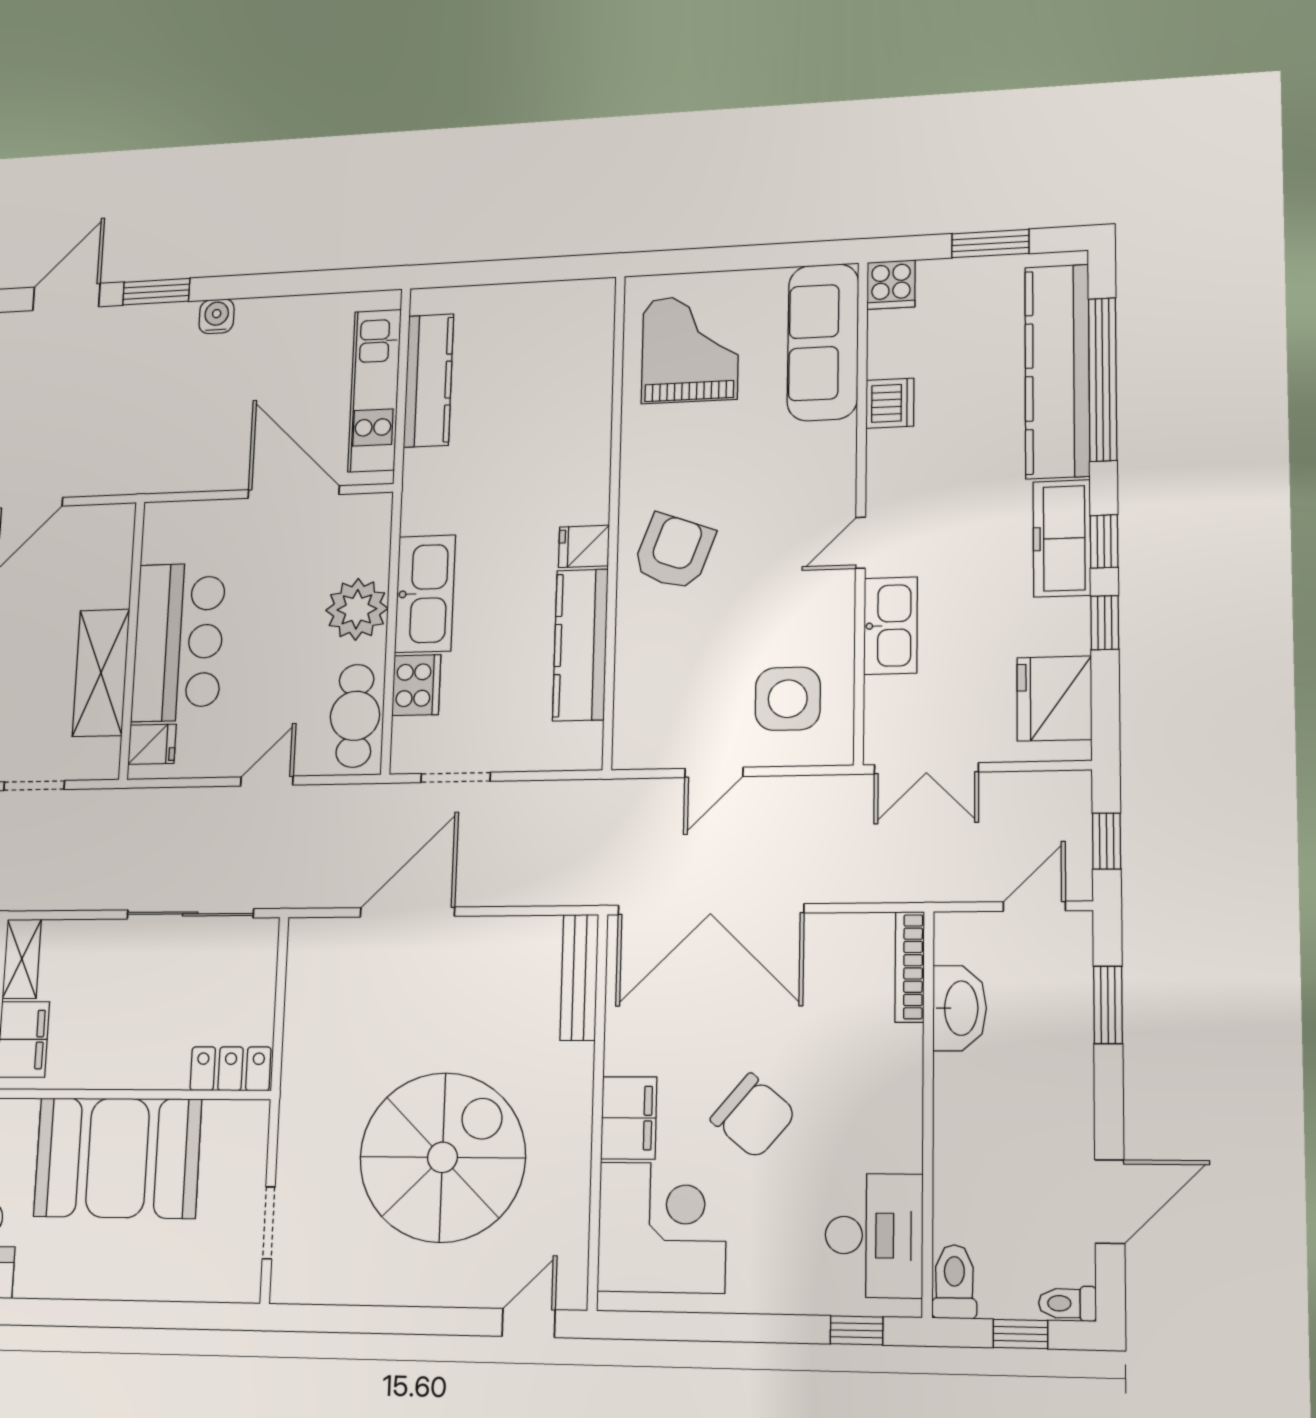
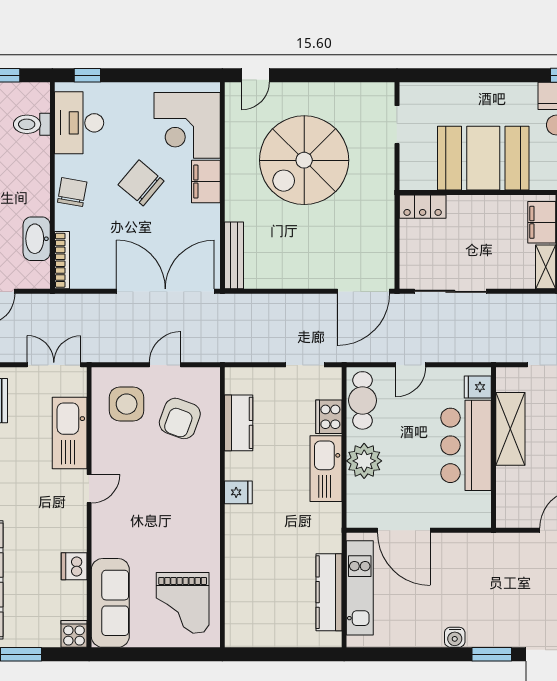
armchair: (674, 552) -> (180, 418), moved
kitchen sink: (891, 626) -> (70, 433), width x1.36, depth x1.24
kitchen counter: (580, 645) -> (239, 423), width x0.67
door: (407, 912) -> (363, 291), moved
chair: (889, 1099) -> (72, 192), added
toilet: (954, 1282) -> (32, 124), moved, turned 90

